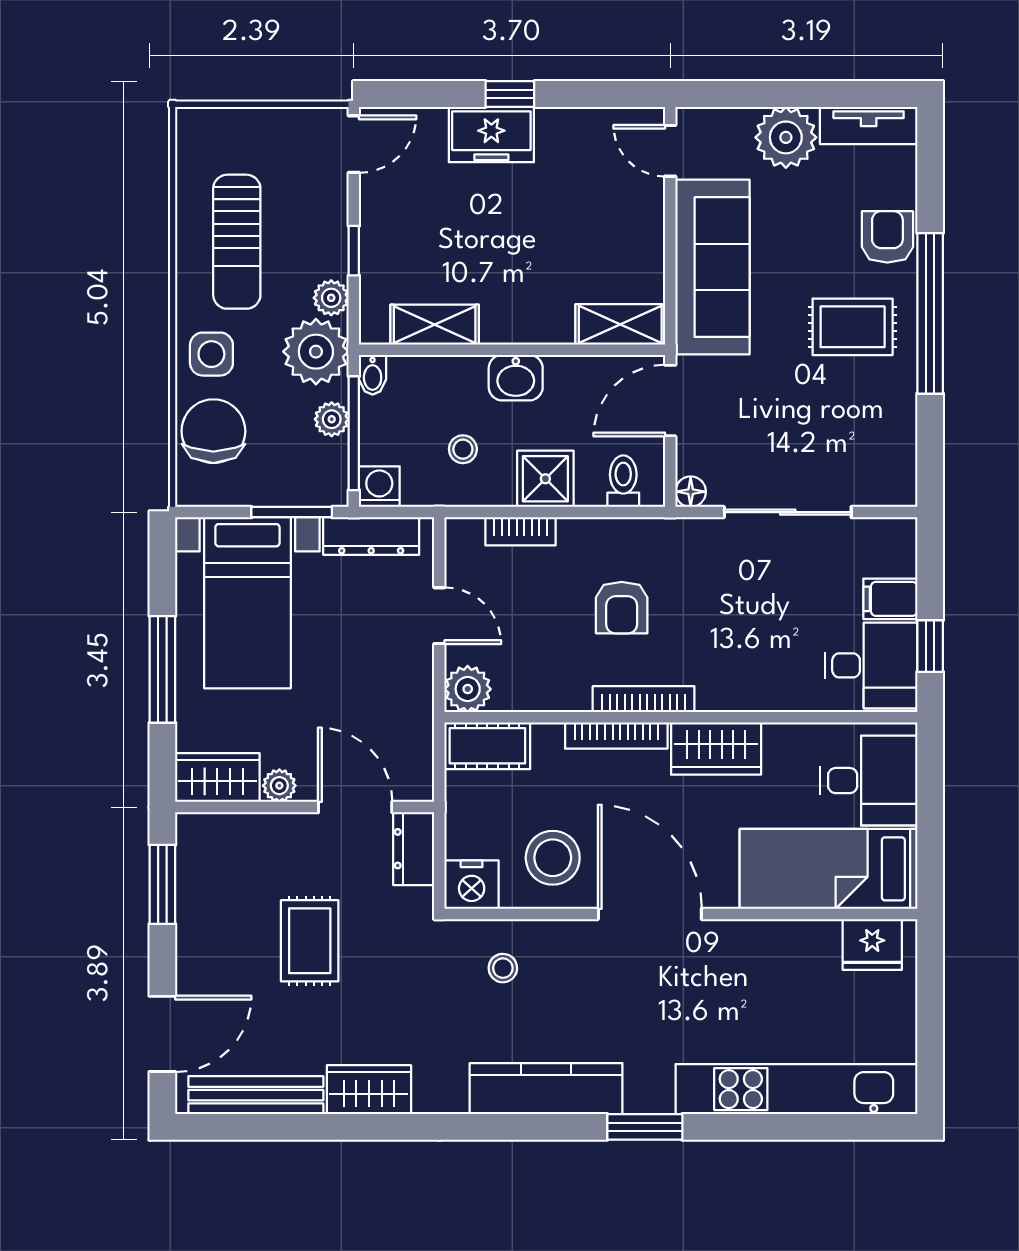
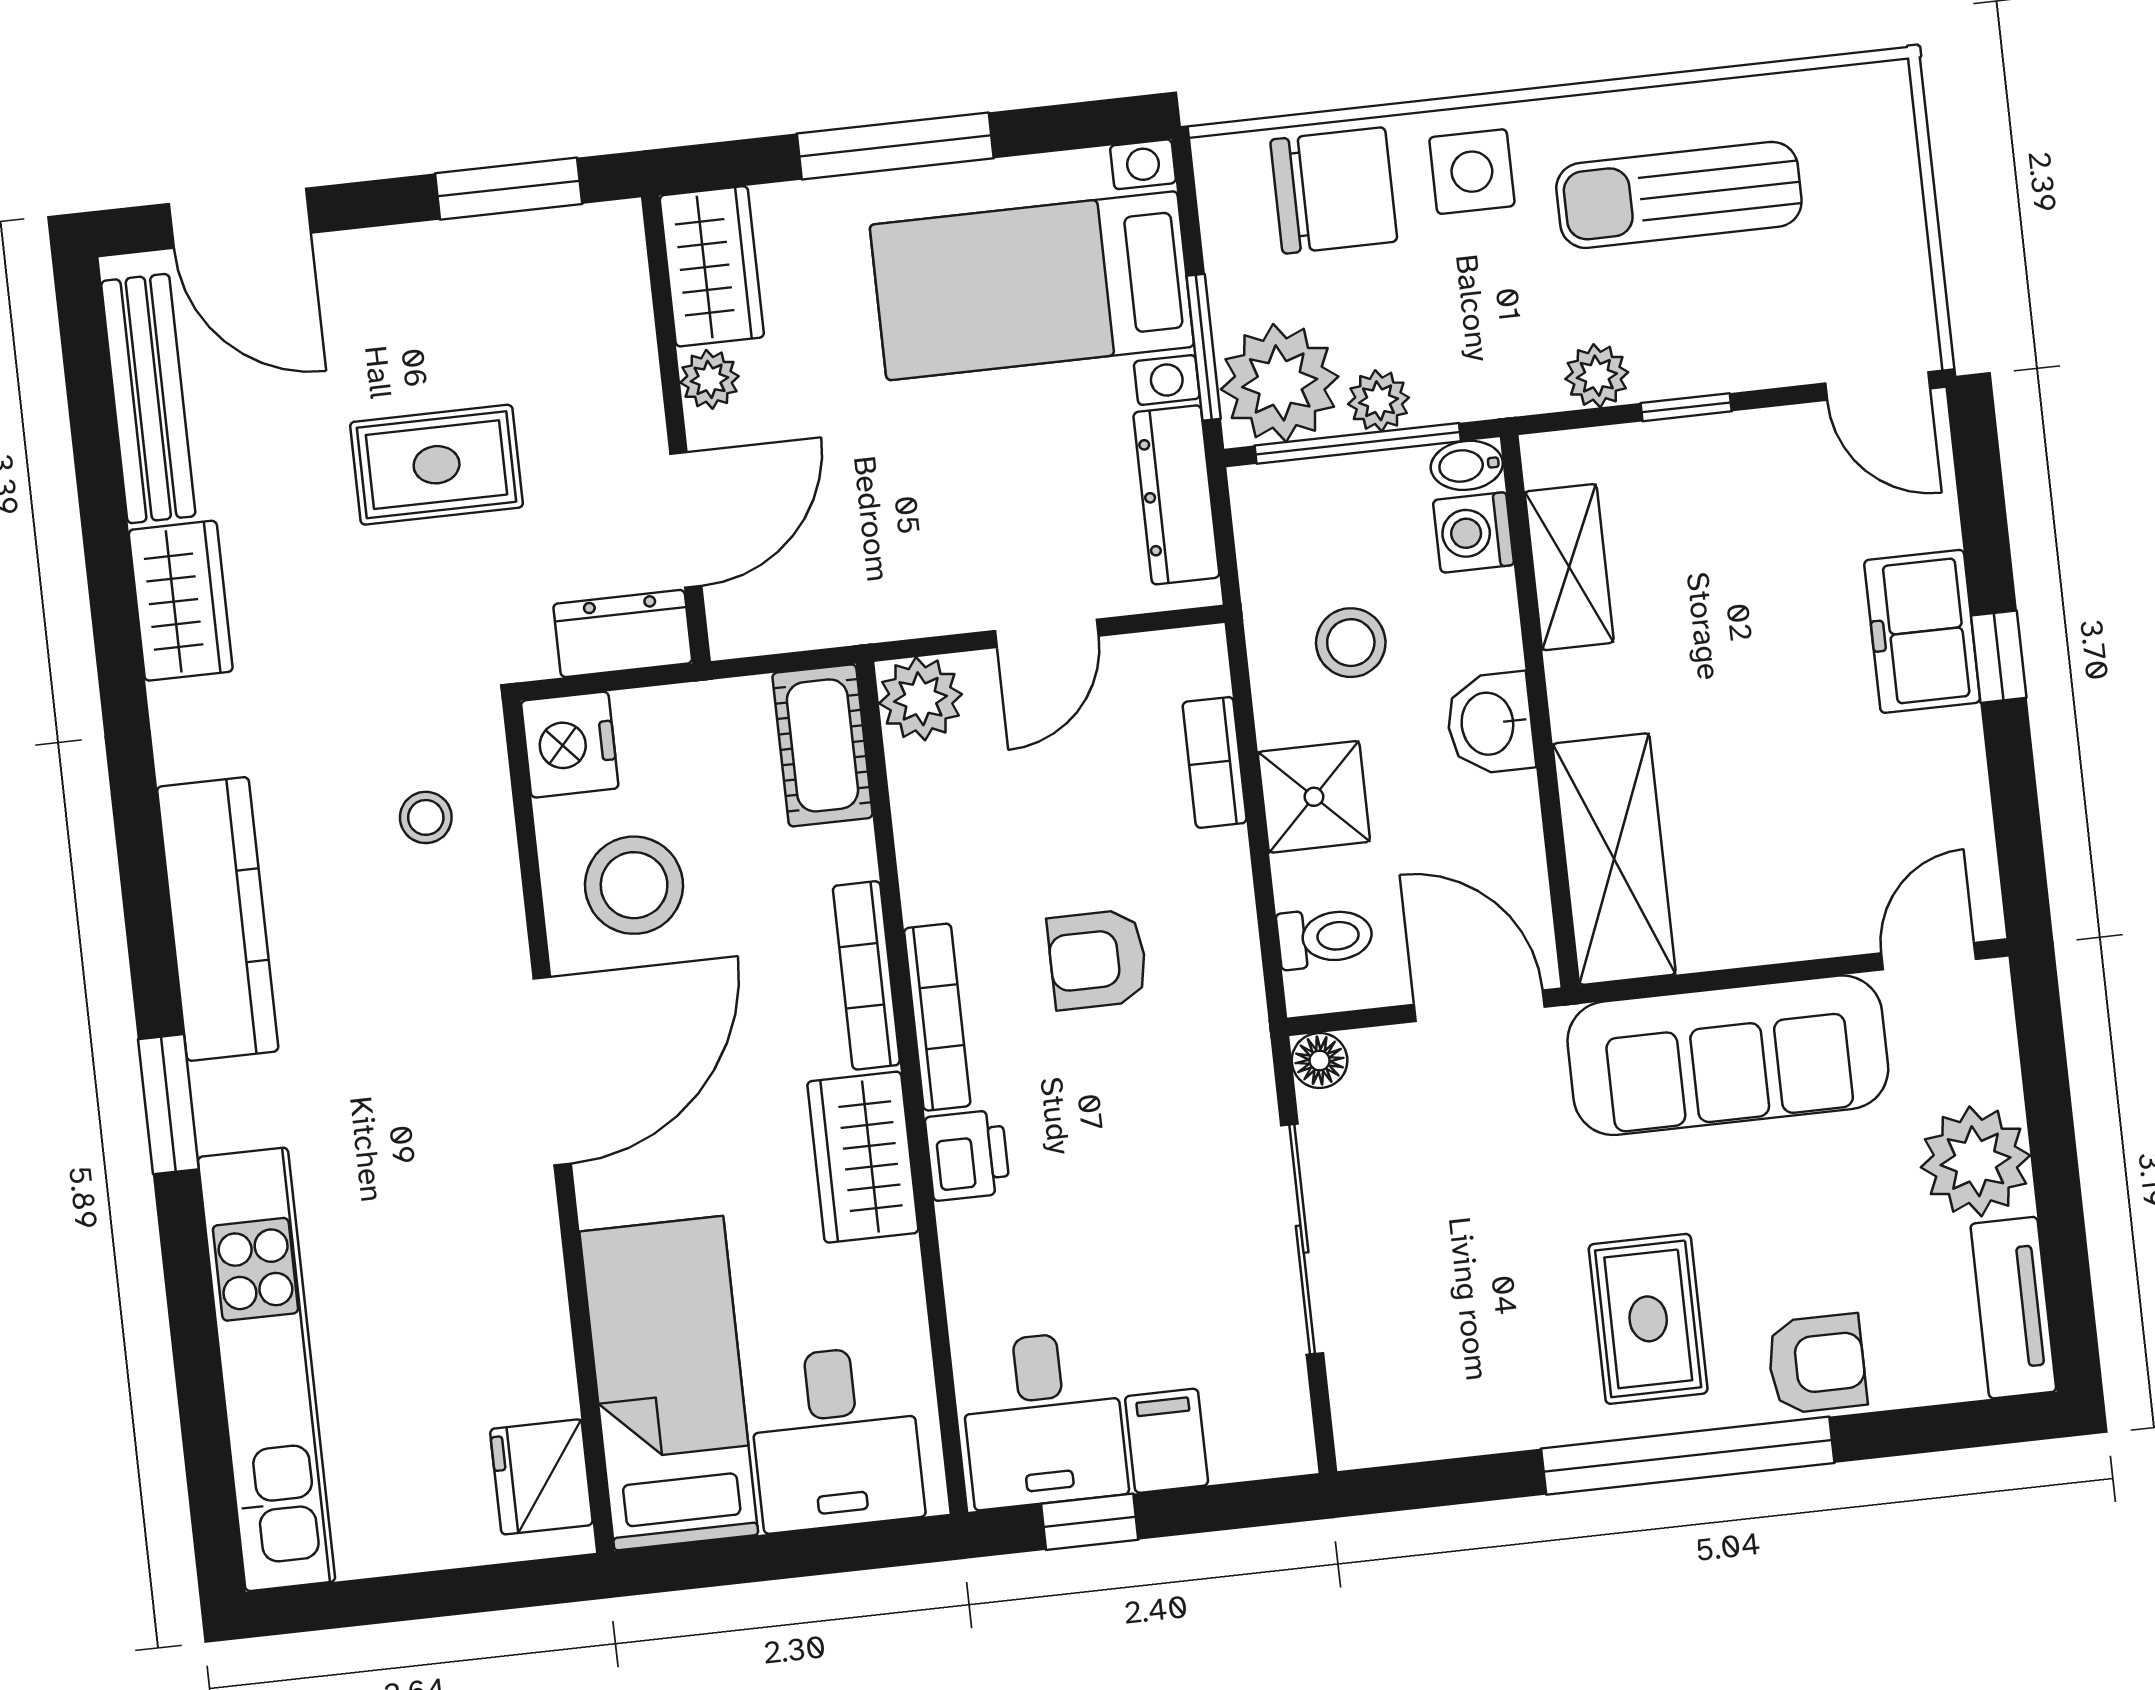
shelving: (620, 324) -> (1614, 859), width x1.50, depth x1.33
plant: (316, 352) -> (1280, 383), moved
stool: (463, 449) -> (1351, 643), width x1.37, depth x1.37
washing machine: (379, 487) -> (1473, 532), moved, turned 180
printer: (721, 691) -> (968, 1155), added

